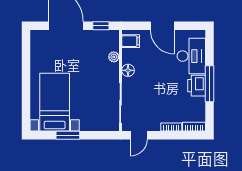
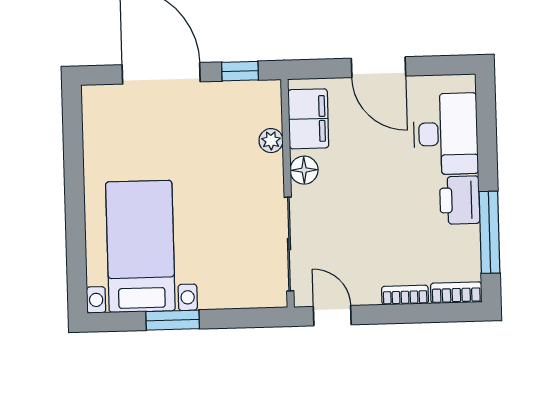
filing cabinet: (131, 41) -> (308, 119), width x2.00
window: (209, 84) -> (489, 232), moved
door: (139, 135) -> (332, 316), swing flipped

